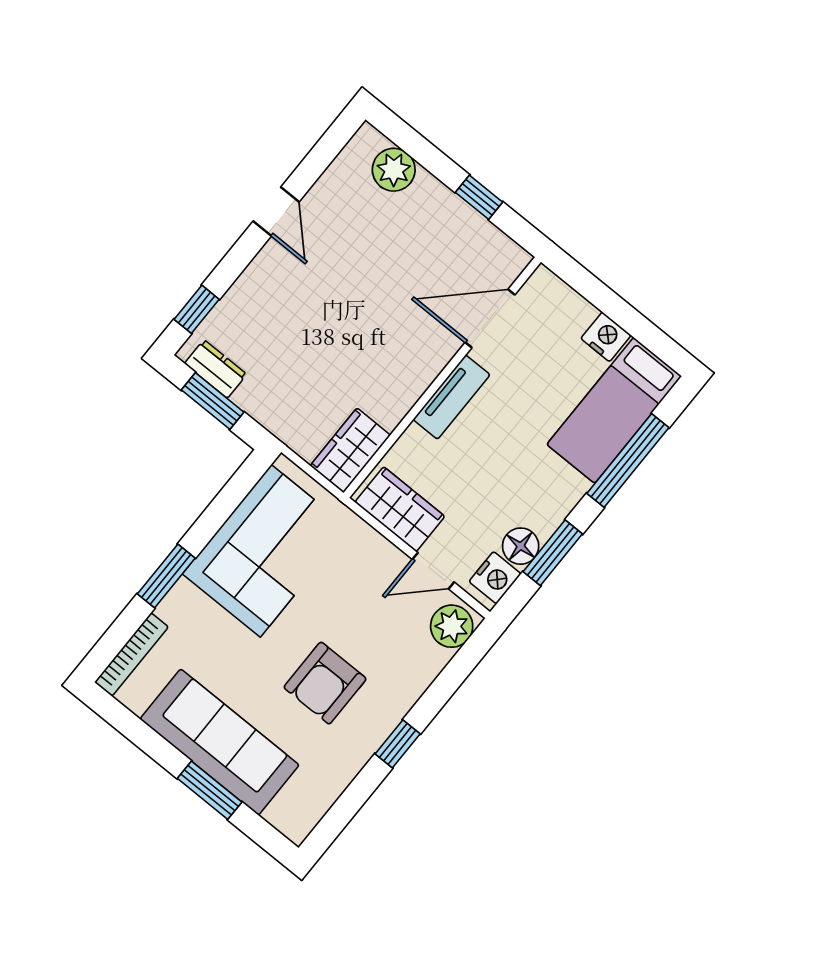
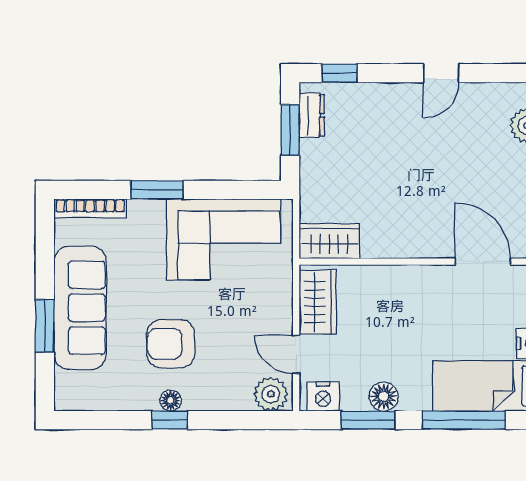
tv unit: (452, 397) -> (414, 277), removed
floor lamp: (521, 546) -> (384, 397), moved
floor lamp: (379, 728) -> (170, 400), added

